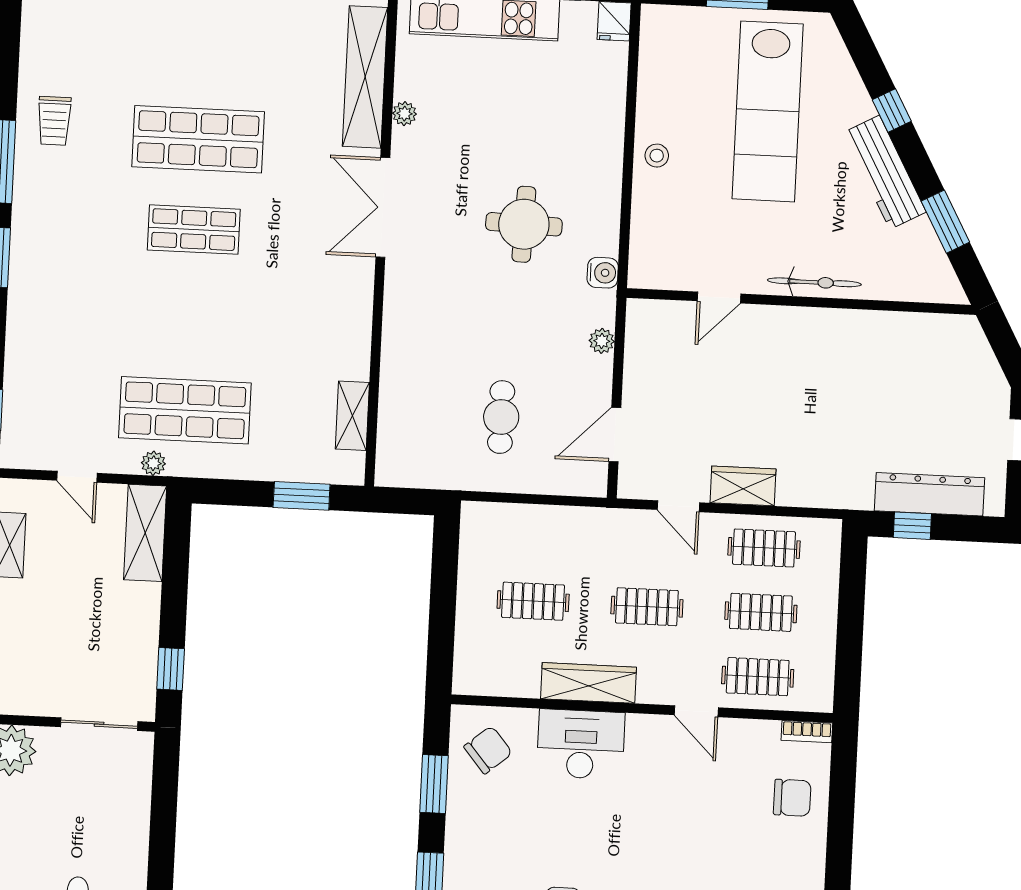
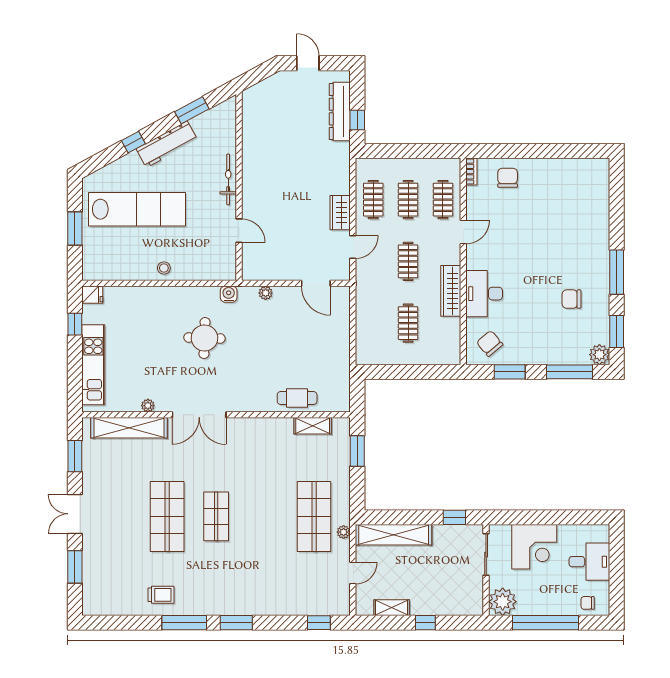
cafe table: (501, 417) -> (297, 398), moved
shelving: (145, 533) -> (394, 535), width x1.47
corner desk: (109, 814) -> (534, 547), added

